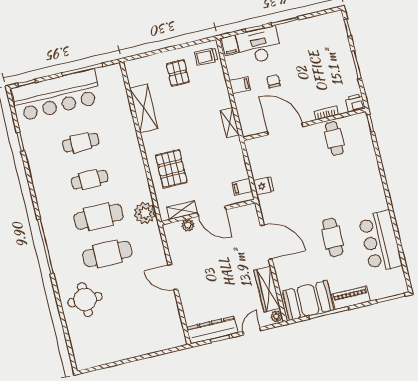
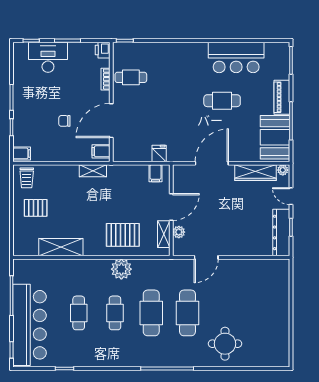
desk: (259, 45) -> (48, 57), moved, turned 90
filing cabinet: (240, 85) -> (101, 151), moved, turned -90
plant: (145, 213) -> (121, 269), moved
door: (173, 277) -> (206, 257), moved

